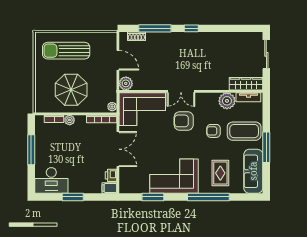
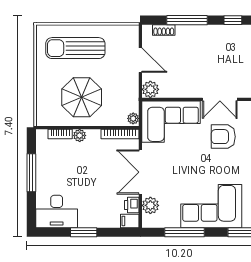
double door: (118, 149) -> (140, 172), swing flipped
plant: (126, 176) -> (150, 205), added
window: (153, 197) -> (184, 232), width x1.44

